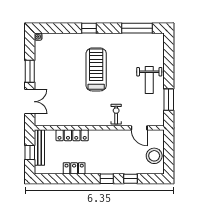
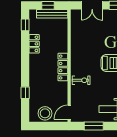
door: (139, 128) -> (69, 112), moved
locker: (72, 135) -> (63, 67), moved
window: (107, 179) -> (25, 25), moved

